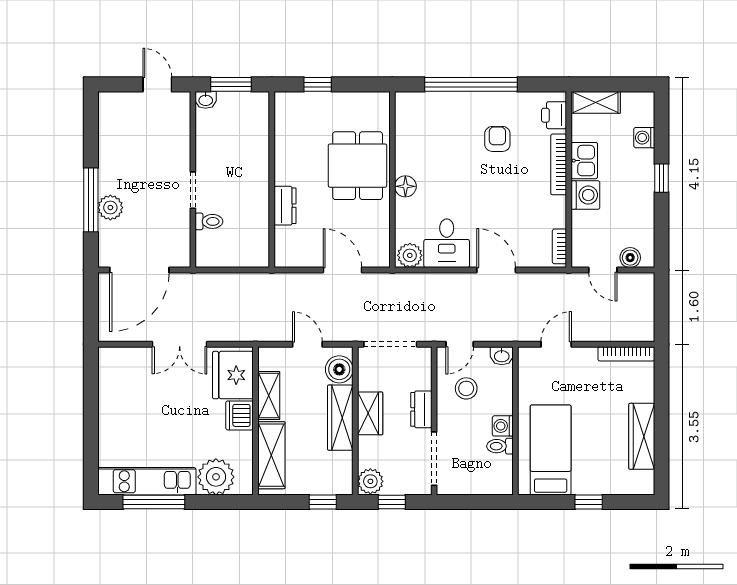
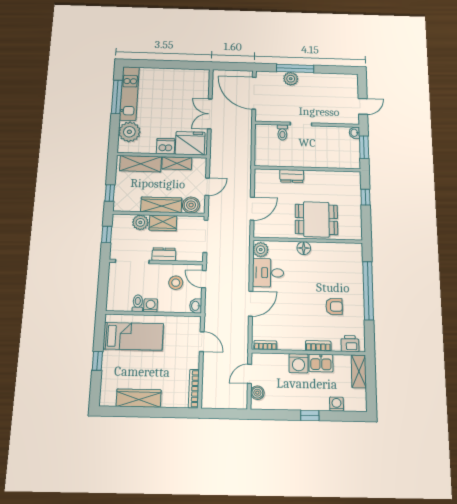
bookcase: (559, 164) -> (318, 346), width x0.64
plant: (370, 481) -> (140, 222), moved

